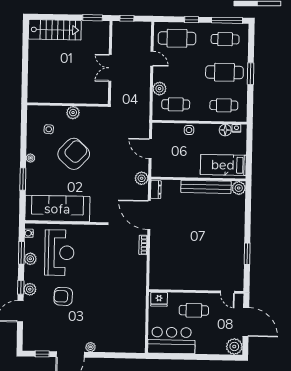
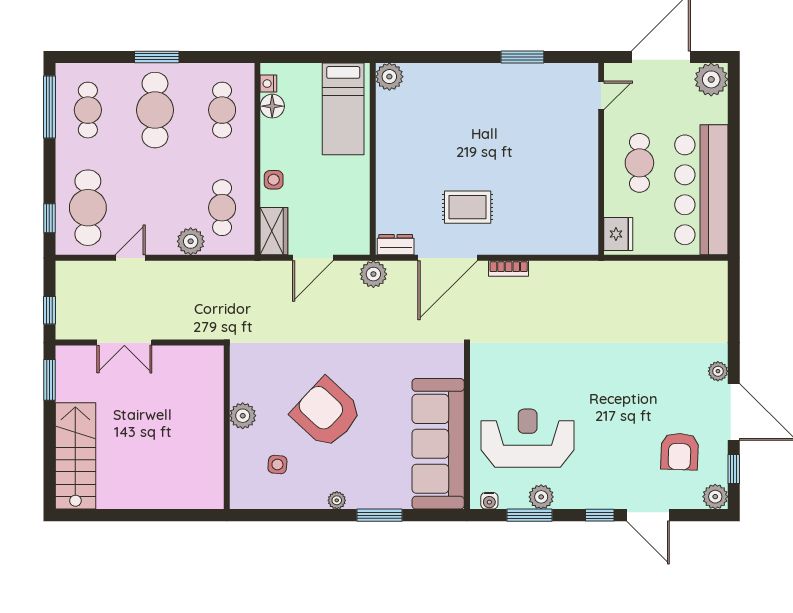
window: (192, 20) -> (49, 218), moved
double door: (110, 68) -> (124, 343), moved
wardrobe: (164, 130) -> (274, 231), added
bench: (206, 187) -> (388, 143), removed
rug: (174, 225) -> (468, 207), added
plant: (30, 289) -> (715, 497), moved
armchair: (63, 296) -> (680, 451), moved
bar counter: (171, 340) -> (701, 190), width x1.36

